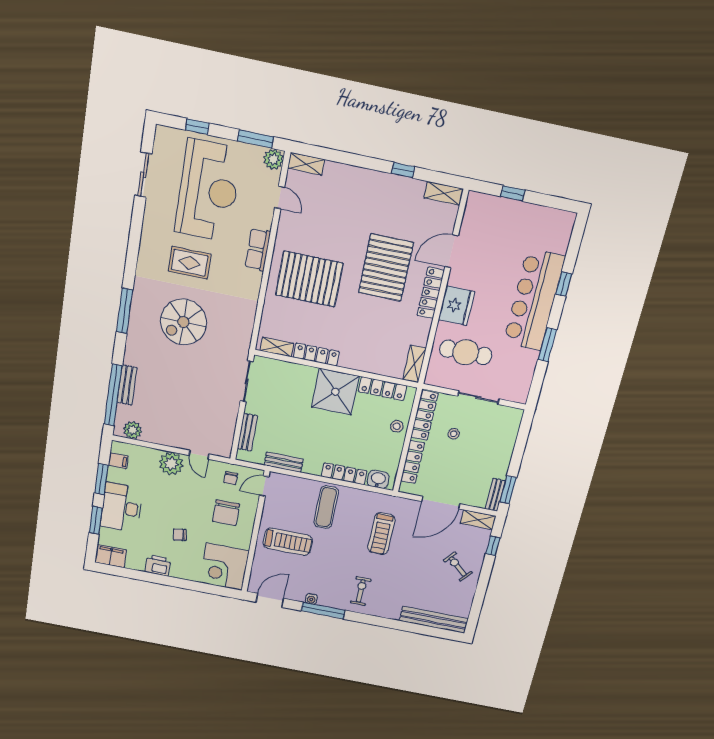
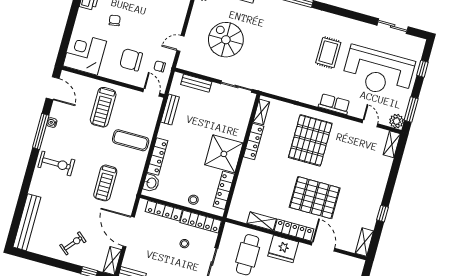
door: (280, 197) -> (370, 123), swing flipped
spiral stairs: (183, 322) -> (226, 40), moved
shelving: (414, 364) -> (262, 221), moved
plant: (171, 464) -> (175, 21), removed
treadmill: (381, 534) -> (105, 183), turned -90
exercise bike: (361, 591) -> (56, 163), width x1.38, depth x1.39

